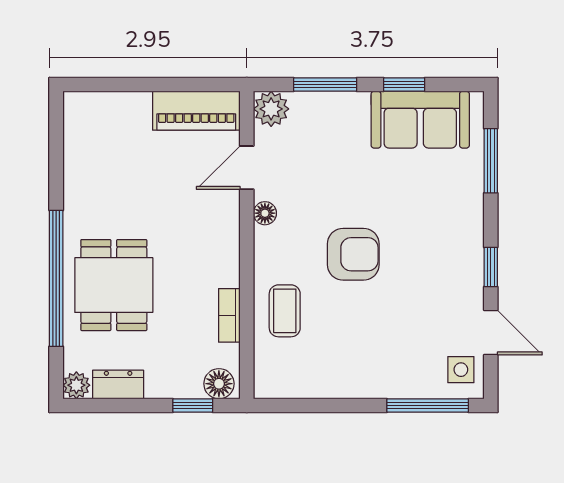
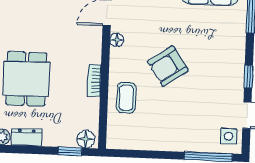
armchair: (353, 254) -> (168, 66), turned 146
bookcase: (229, 315) -> (94, 80), moved

